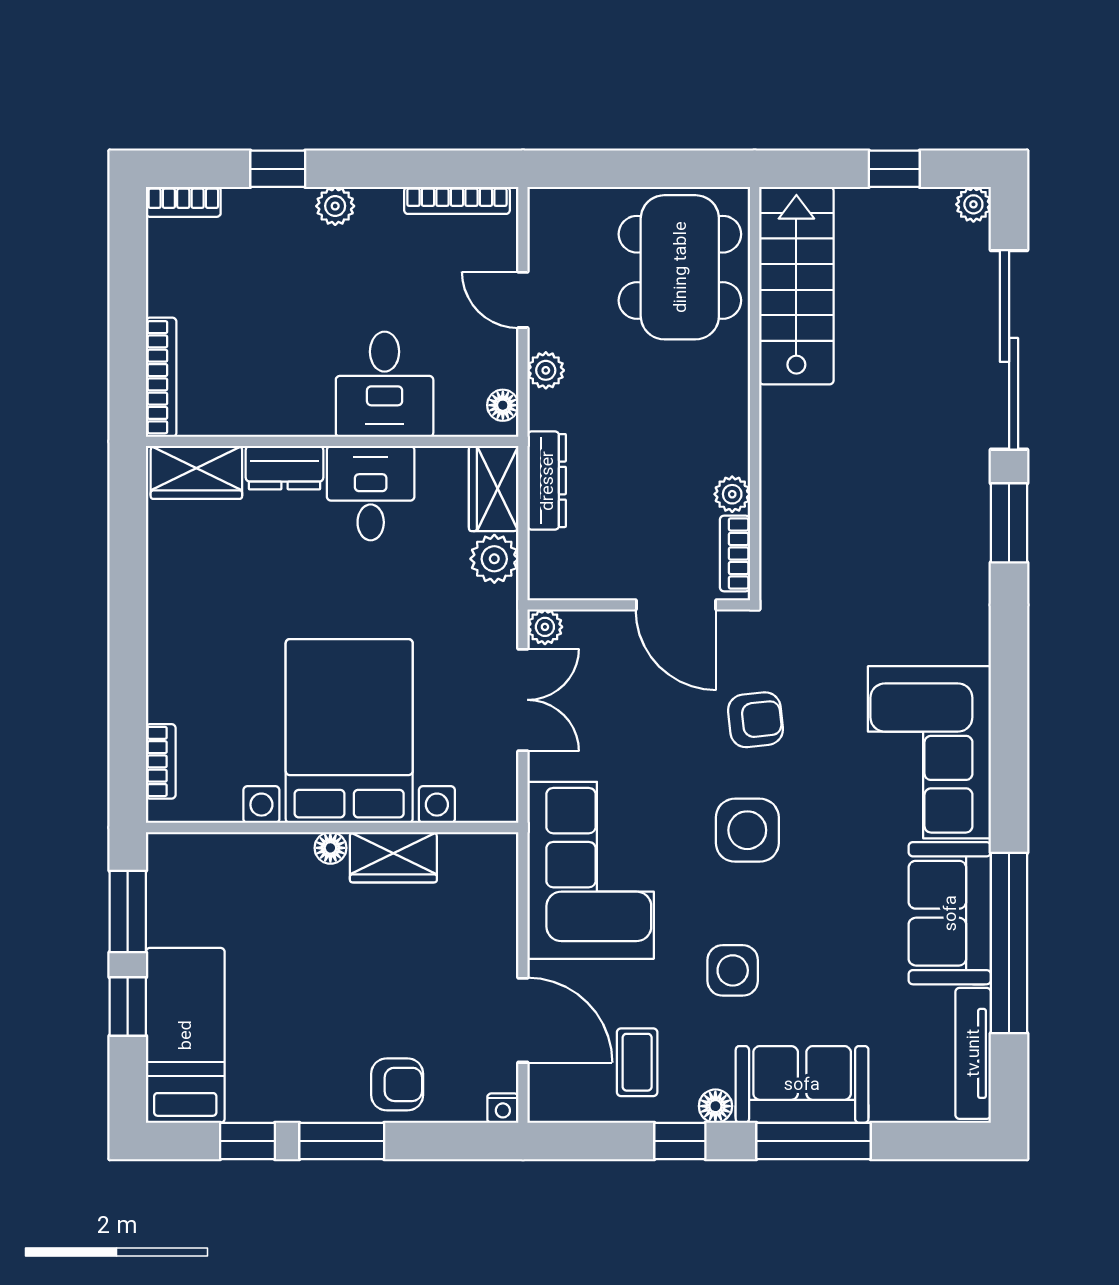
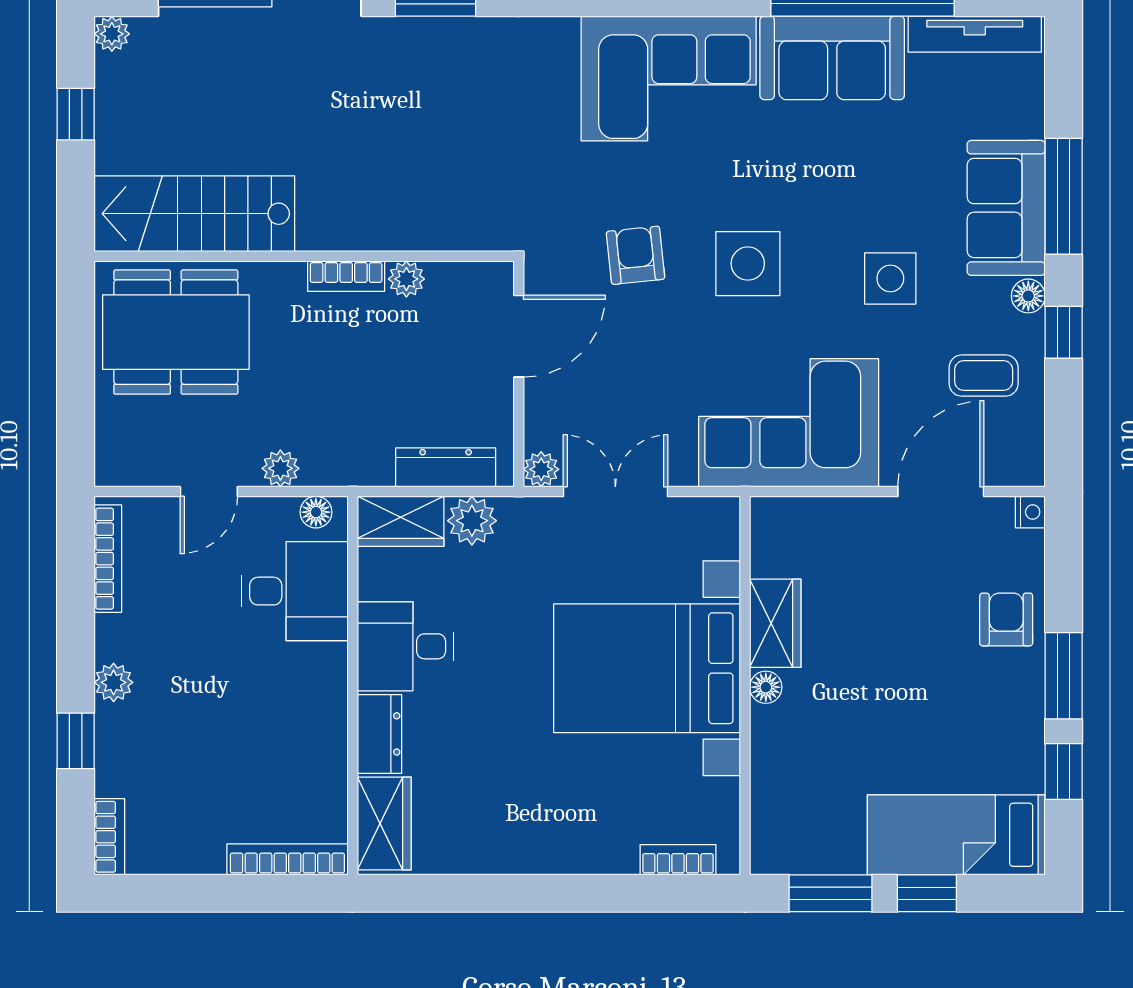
desk: (385, 384) -> (295, 591), moved
dresser: (547, 481) -> (446, 467), moved
bookcase: (735, 553) -> (346, 276), moved

